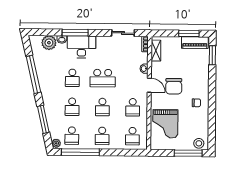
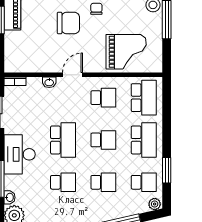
desk: (81, 47) -> (20, 154), moved
shelving: (156, 51) -> (24, 66), removed
chair: (174, 86) -> (68, 23), moved
school desk: (102, 136) -> (144, 140), width x1.85
school desk: (132, 136) -> (144, 98), width x1.85
window: (80, 152) -> (167, 170), width x0.47

